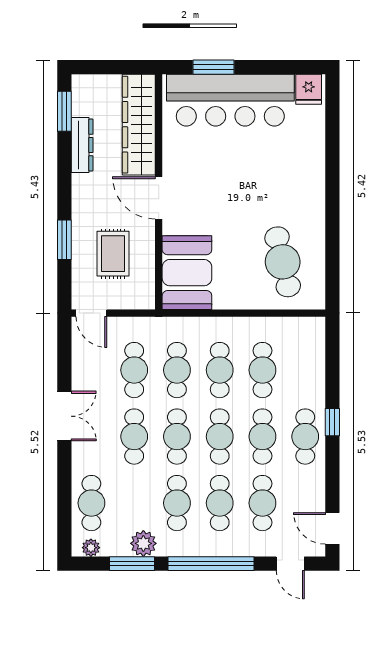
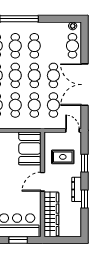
window: (64, 111) -> (85, 199), moved
dresser: (82, 145) -> (77, 189), moved
door: (159, 198) -> (42, 182), swing flipped
rug: (113, 254) -> (63, 157), turned 90
double door: (64, 416) -> (85, 85), width x1.87
plant: (143, 543) -> (49, 28), removed
window: (132, 564) -> (54, 19), removed

